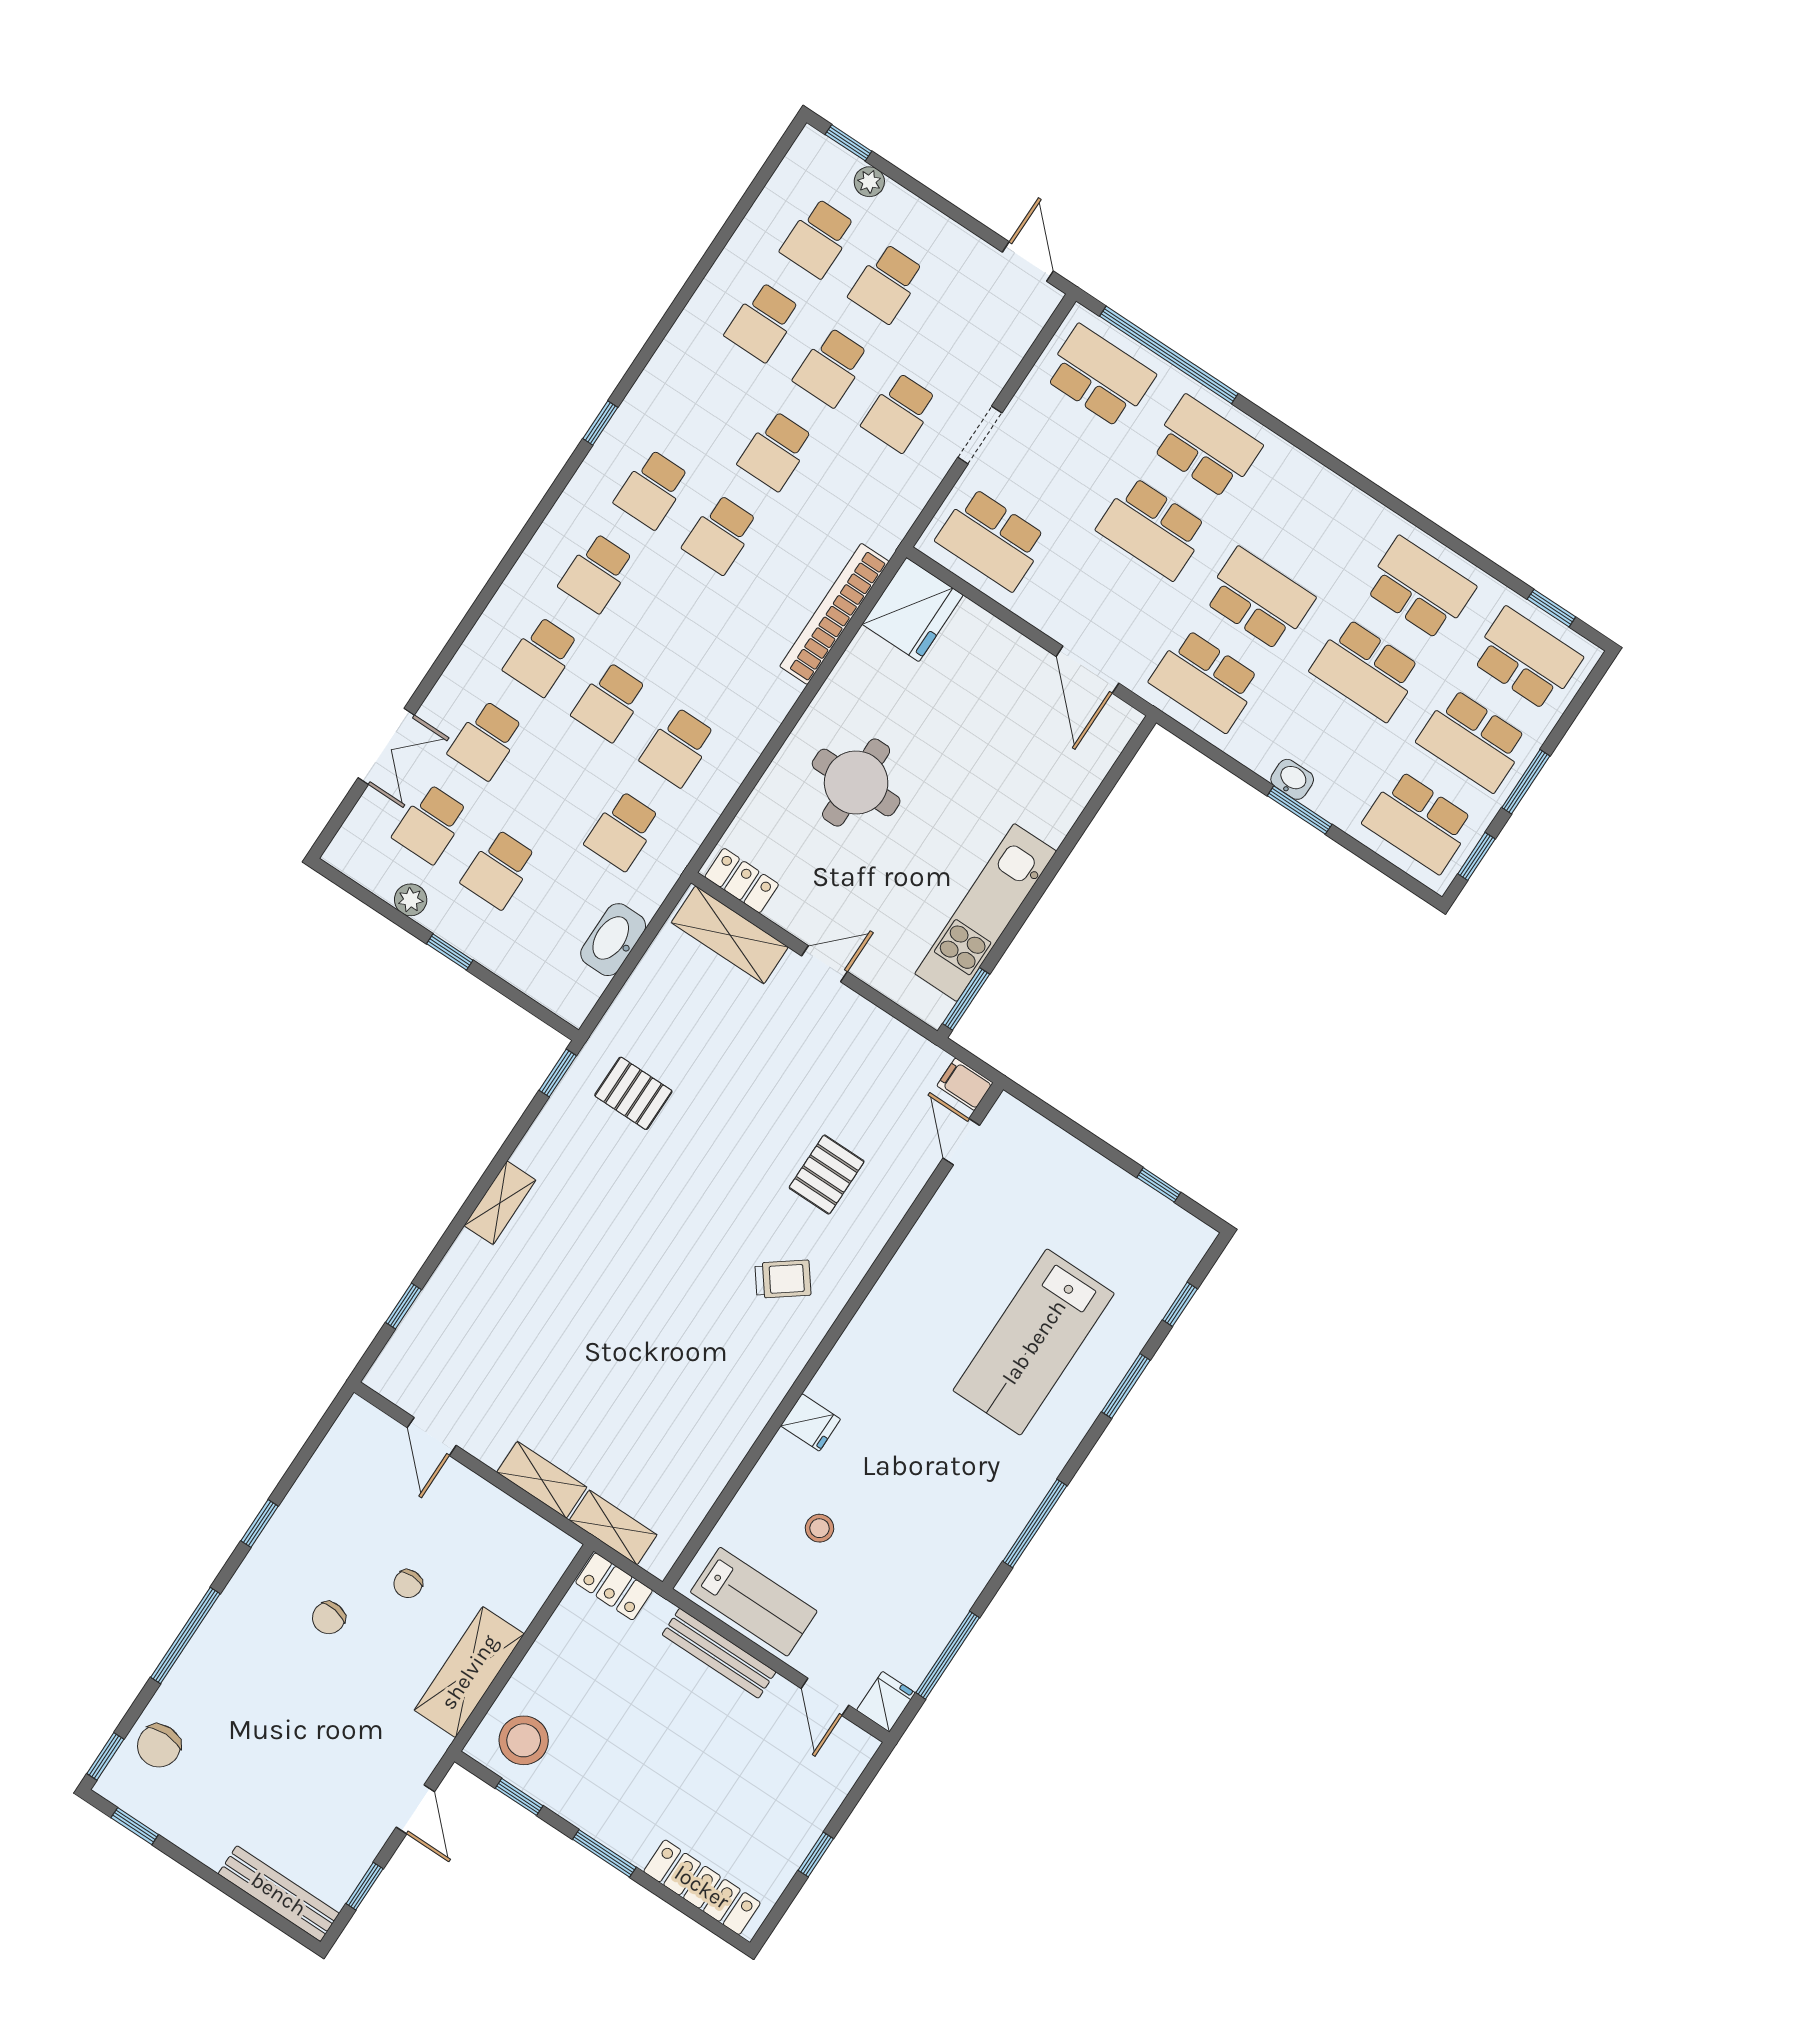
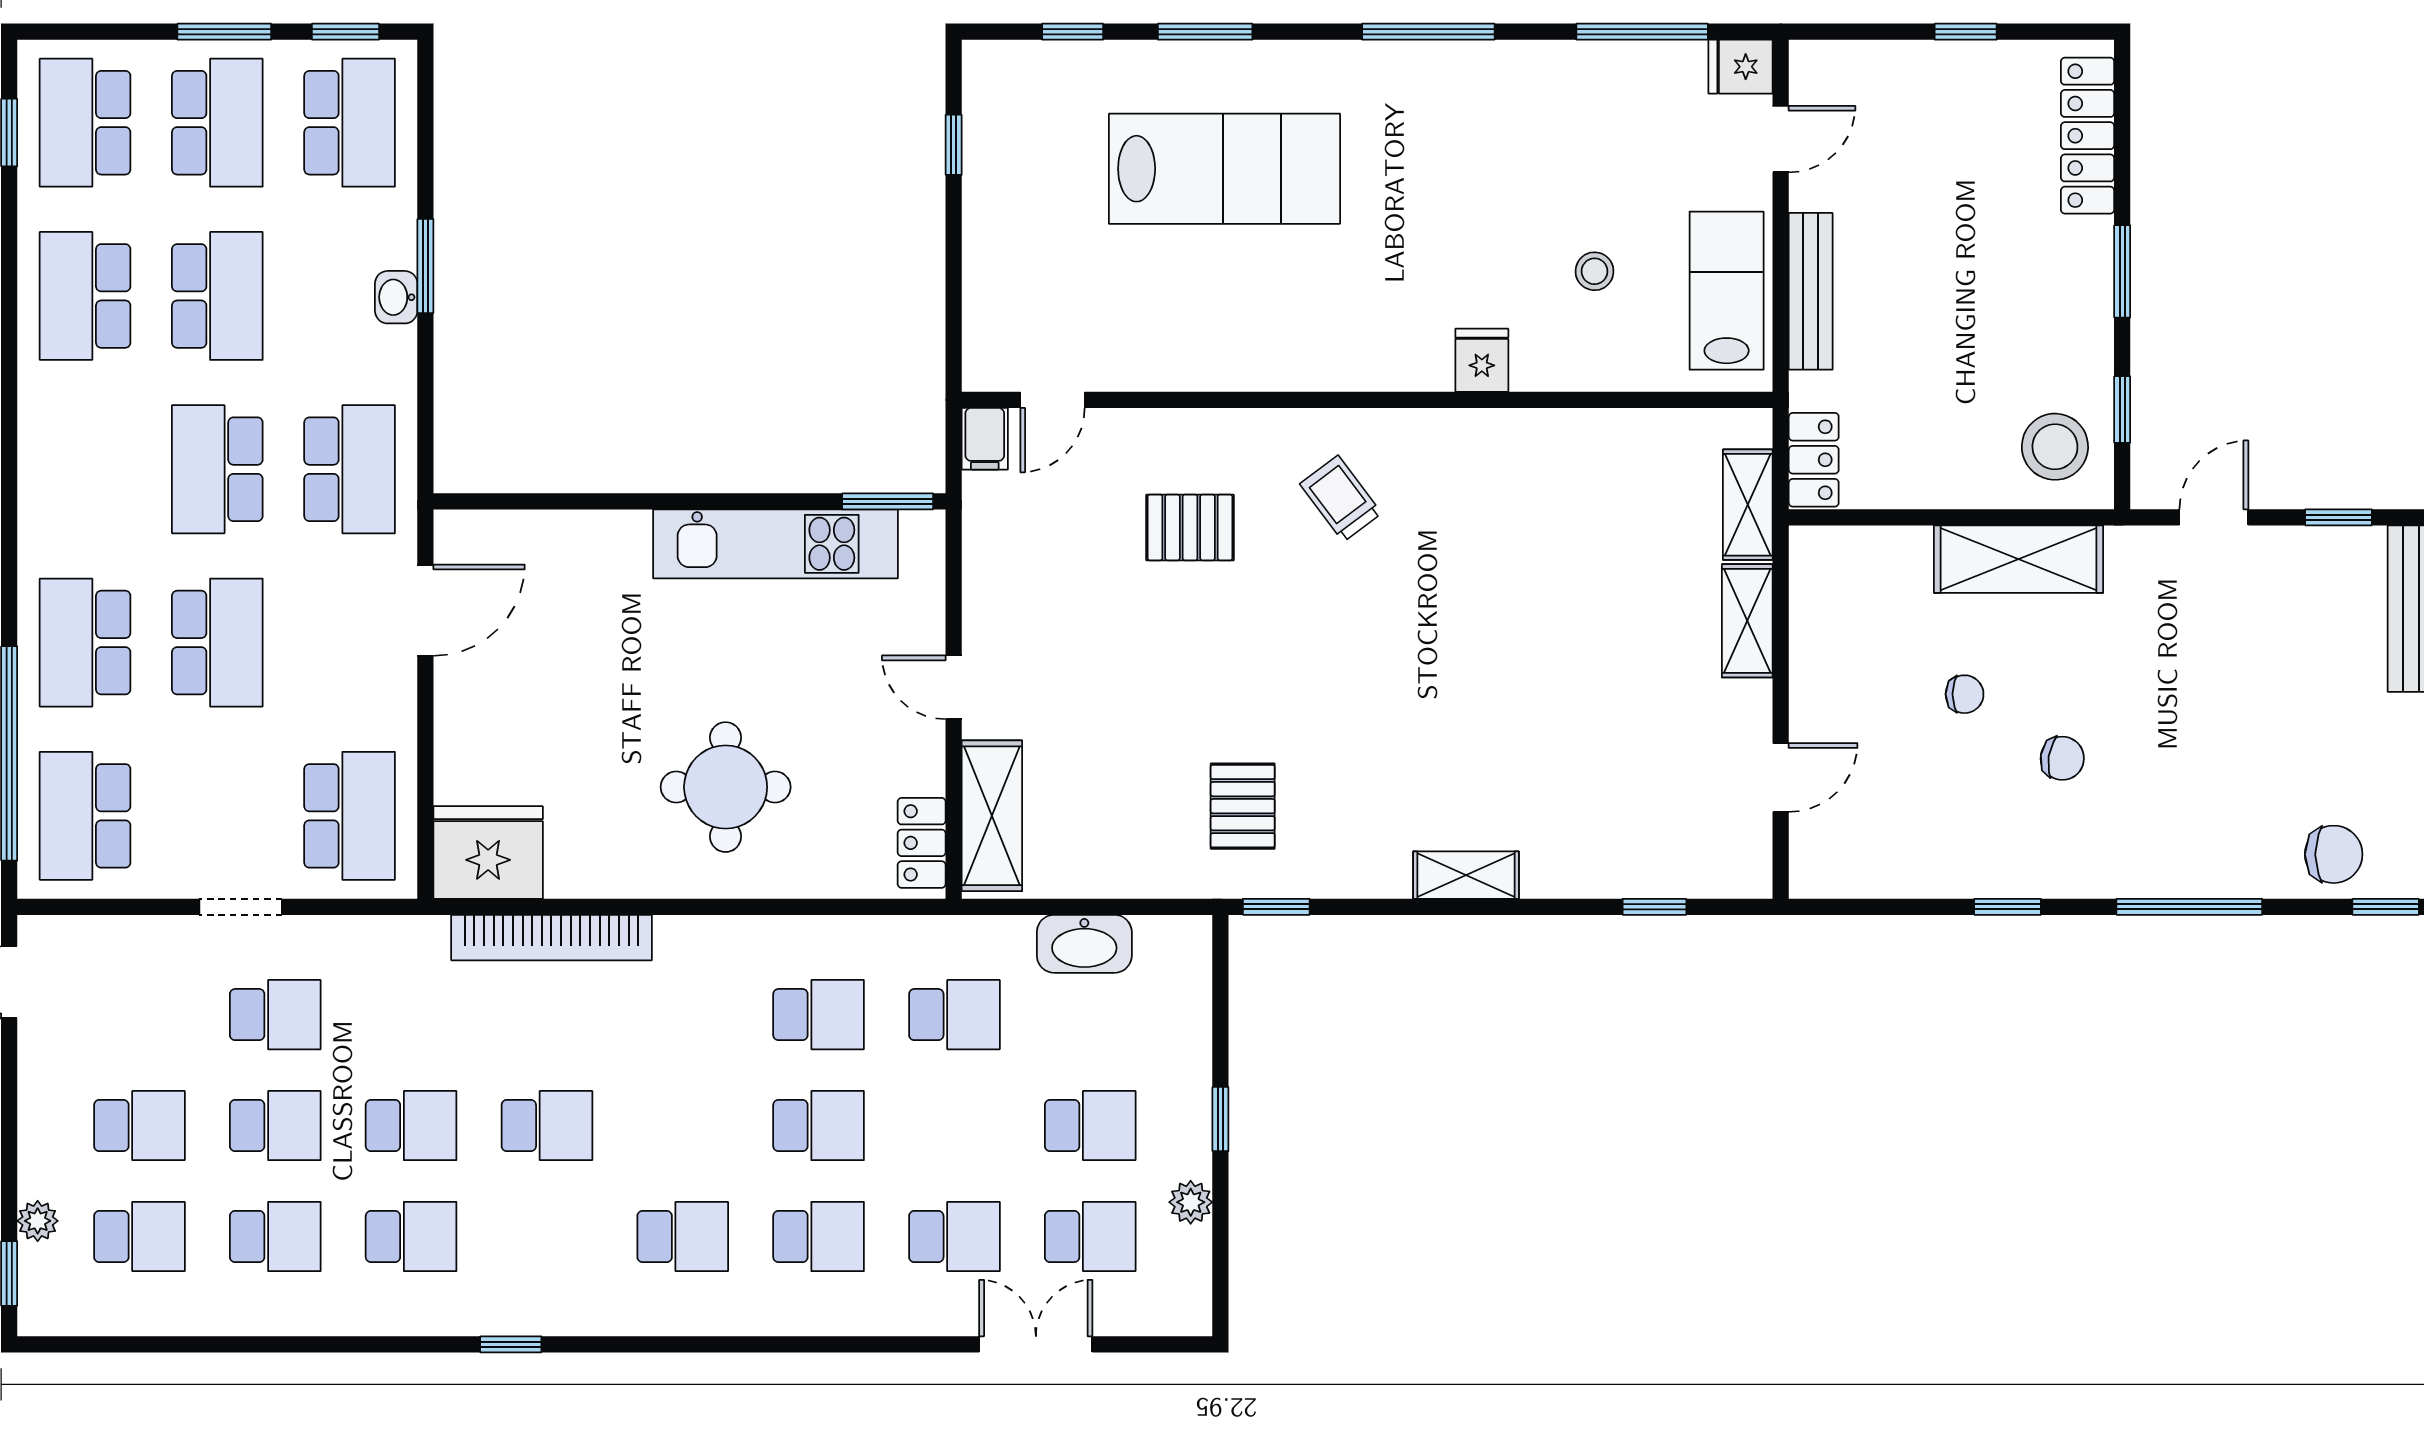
school desk: (652, 489) -> (411, 1237), moved

